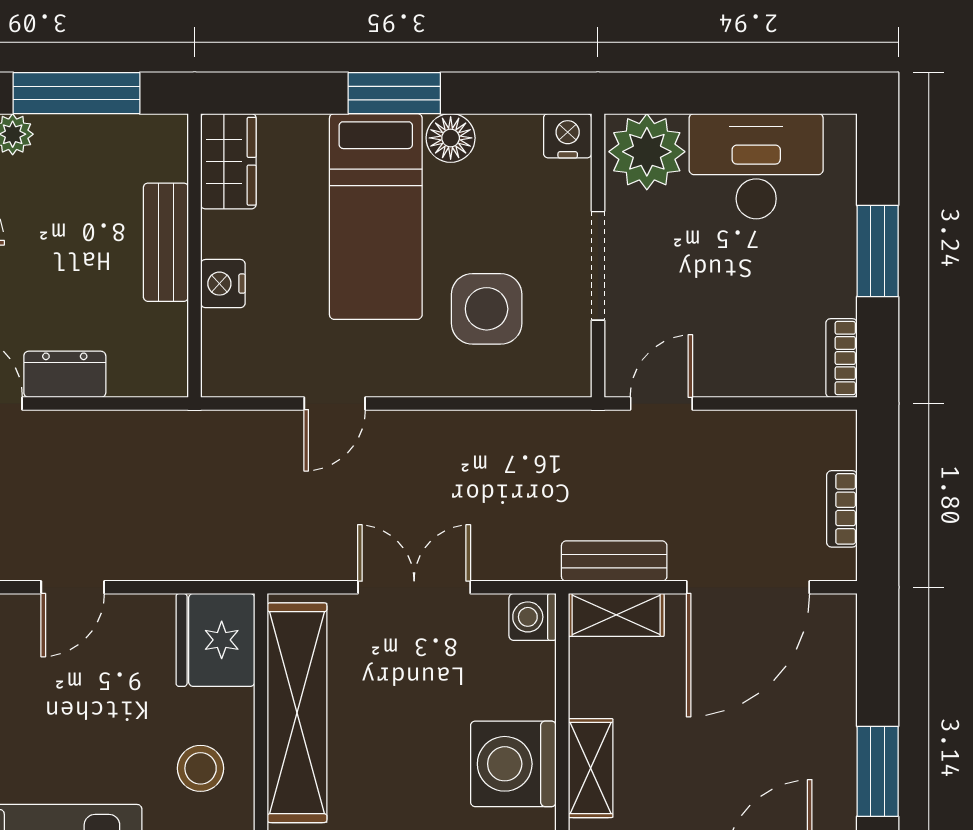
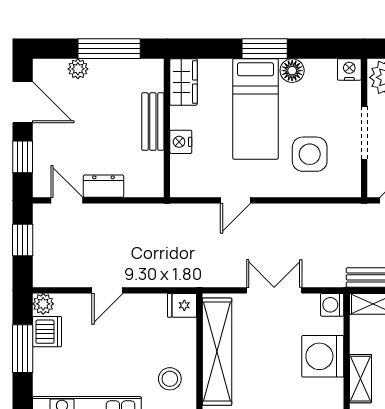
fridge: (215, 640) -> (182, 305), width x0.53, depth x0.75
washing machine: (513, 764) -> (323, 356), moved

